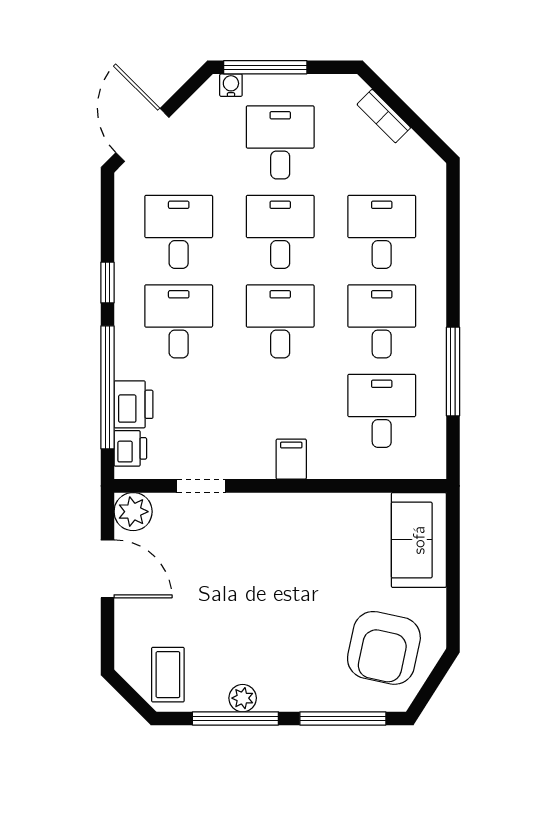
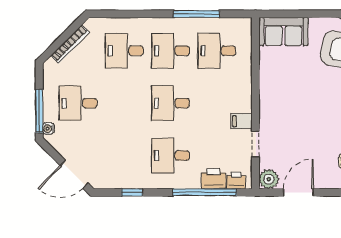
bookcase: (384, 116) -> (70, 44), width x1.56
desk: (179, 232) -> (124, 156), removed
desk: (280, 232) -> (124, 103), removed
window: (107, 283) -> (132, 192), moved
filing cabinet: (291, 459) -> (242, 121), moved

